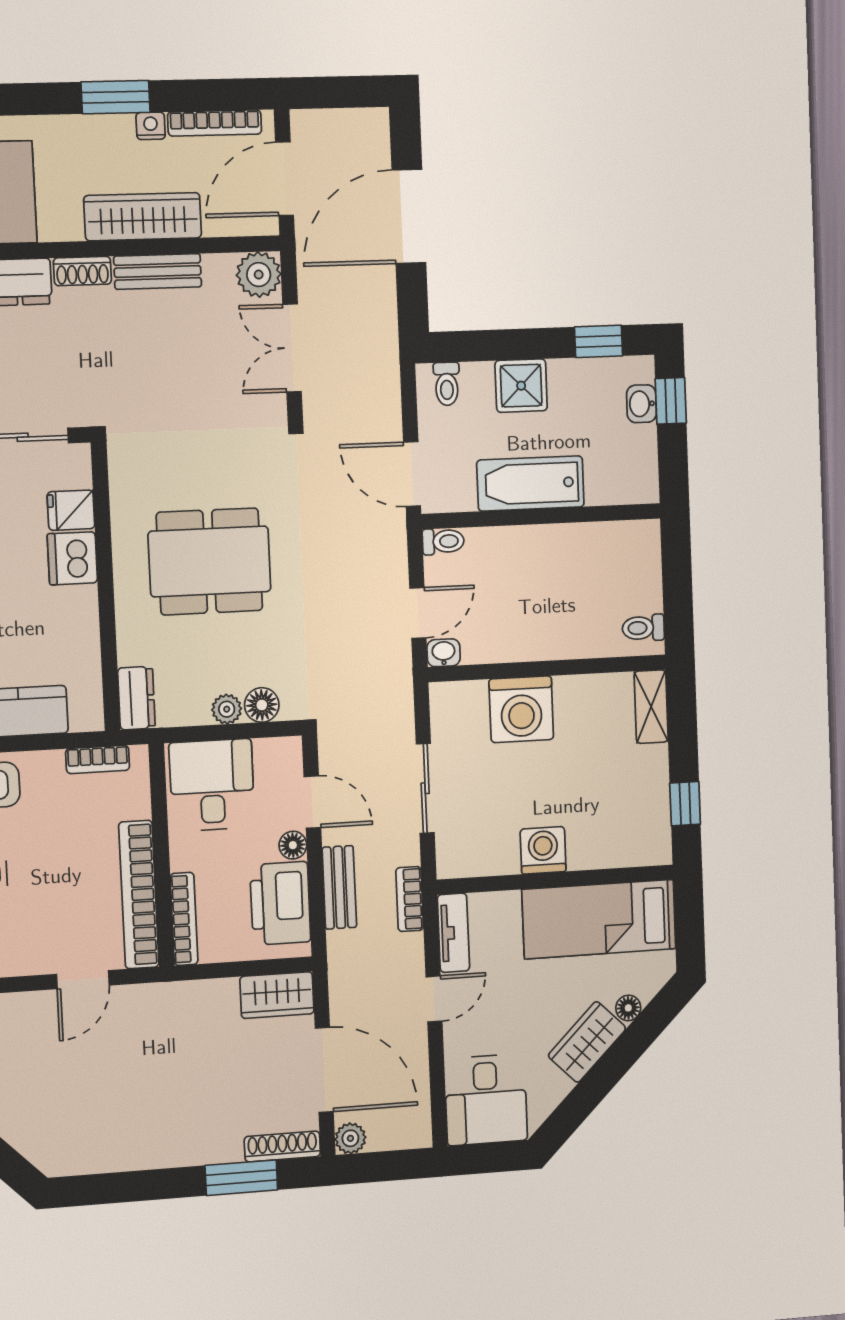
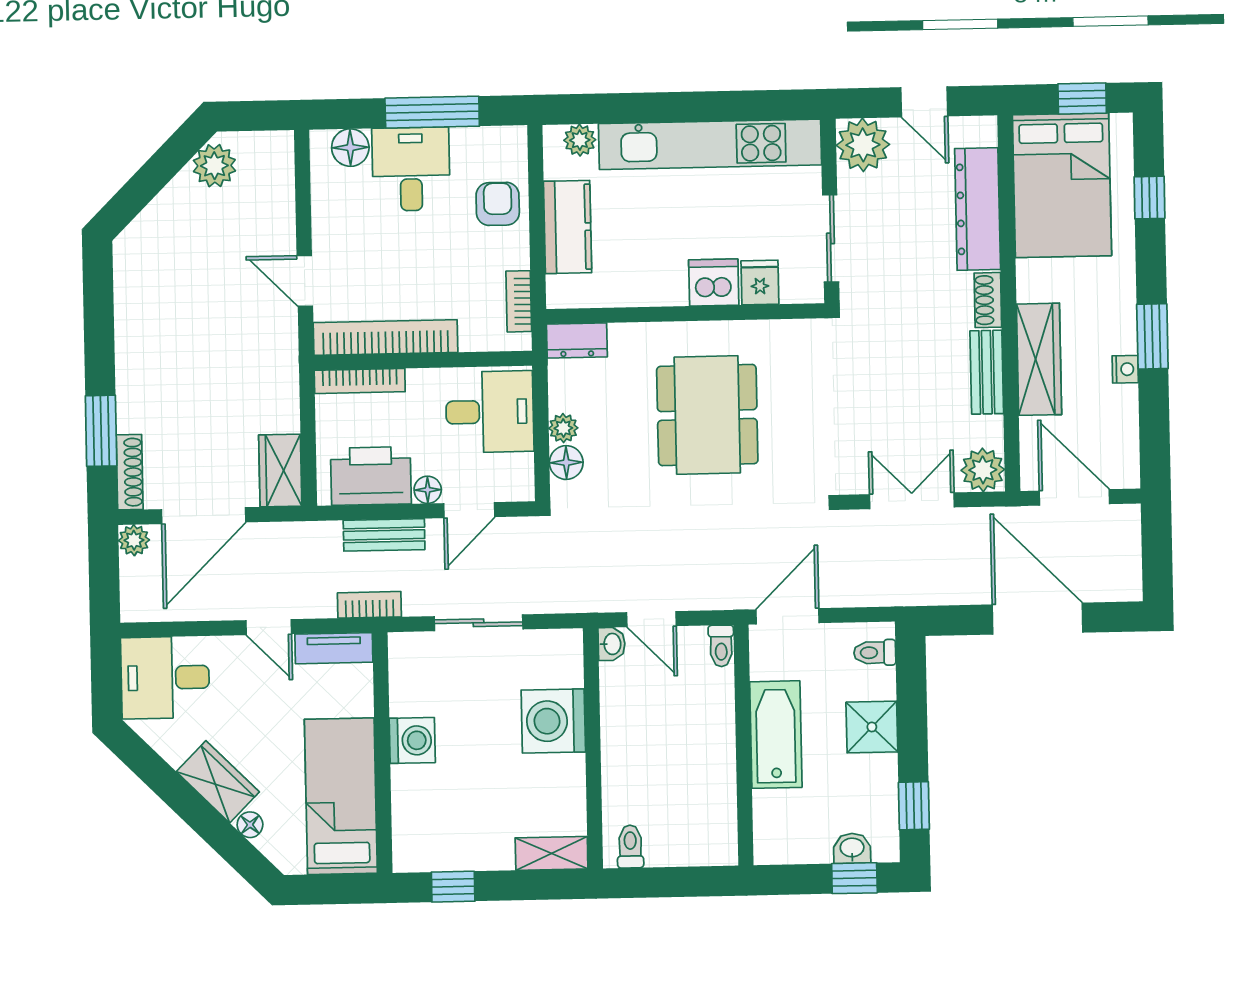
bookcase: (215, 123) -> (1128, 431), removed

